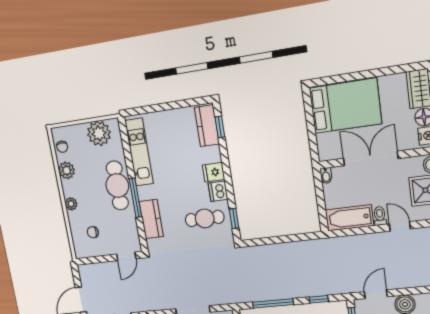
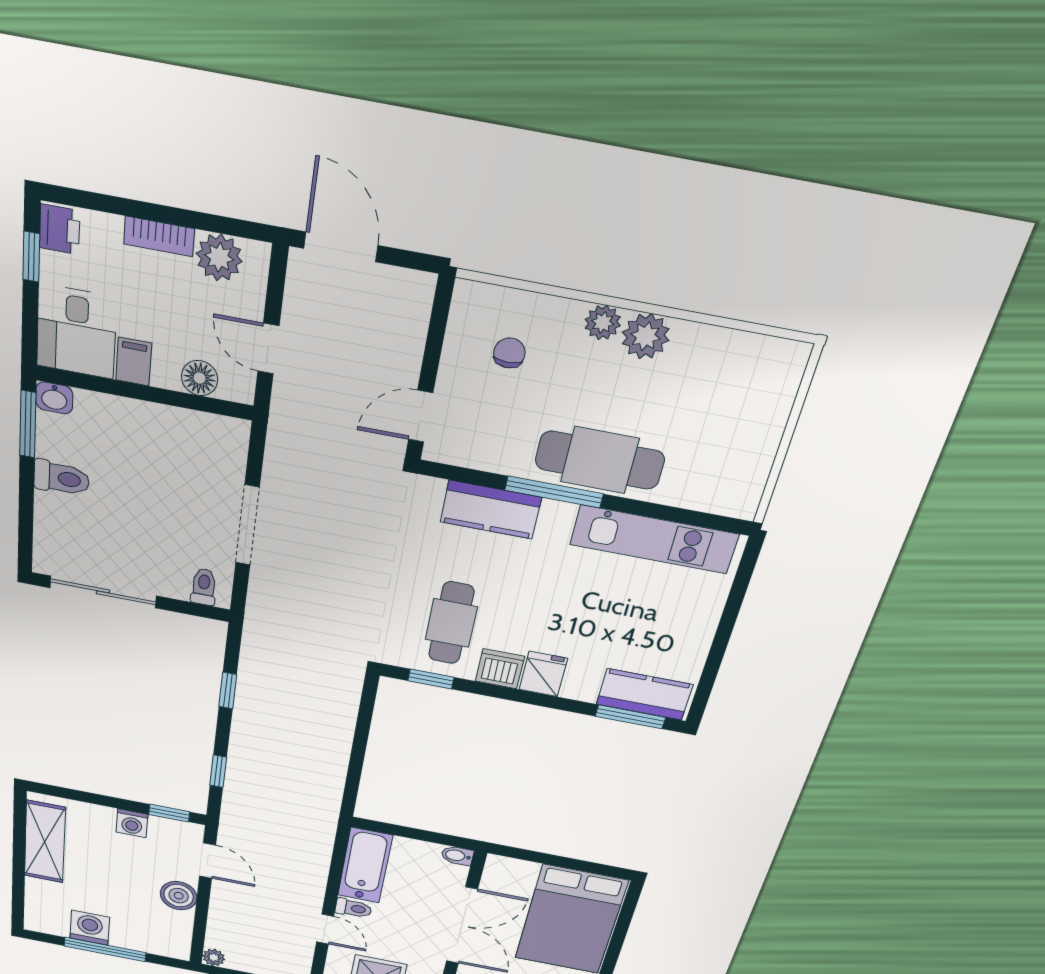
window: (220, 127) -> (630, 717), width x1.50
plant: (99, 133) -> (740, 463), removed
chair: (62, 147) -> (754, 357), removed
plant: (67, 170) -> (646, 336), moved
door: (400, 226) -> (325, 929), hinge flipped
door: (126, 256) -> (421, 416), hinge flipped
window: (273, 303) -> (228, 691), width x0.46

